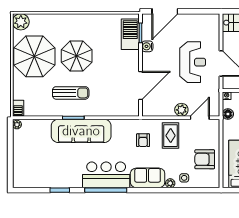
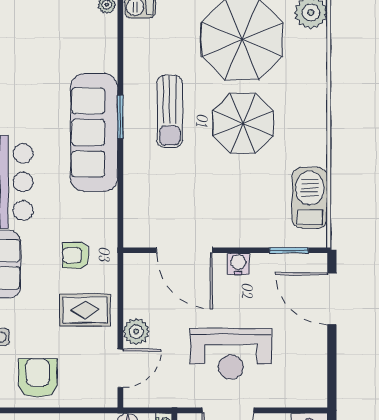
barbecue: (130, 34) -> (310, 198), moved, turned -90
water cooler: (147, 46) -> (238, 264), moved
door: (200, 118) -> (120, 368), hinge flipped

